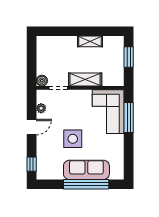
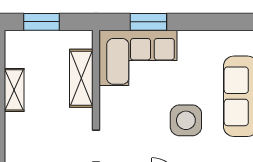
shelving: (85, 80) -> (81, 78), moved
window: (129, 118) -> (148, 22), width x0.69

